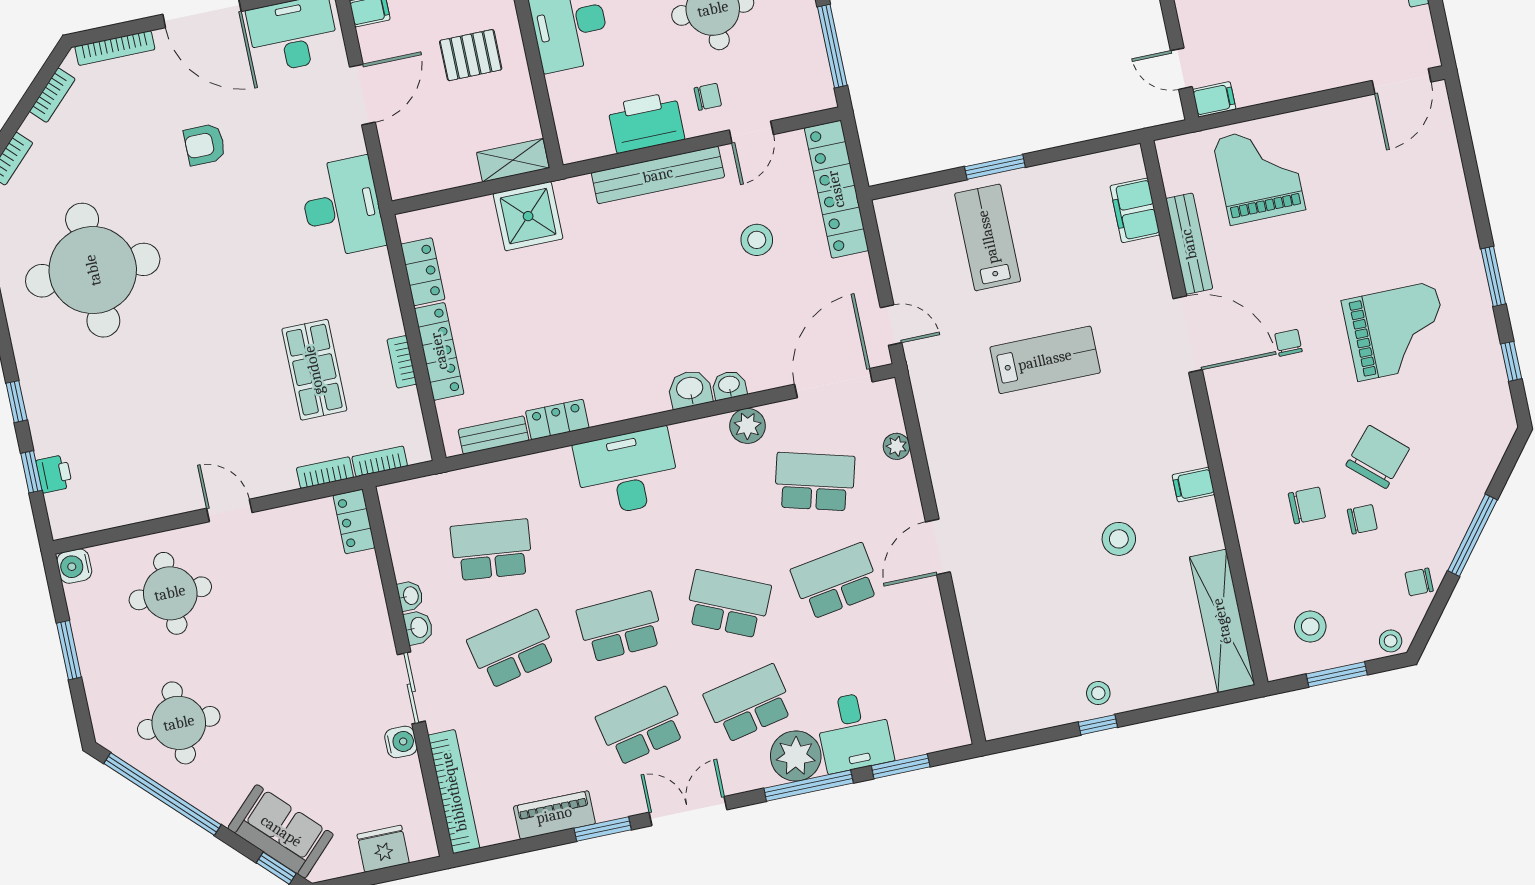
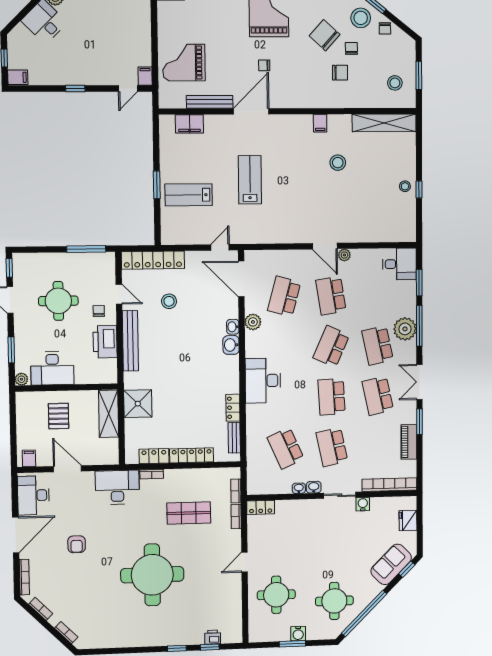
shelving: (513, 160) -> (109, 414), width x1.50, depth x1.33
round table: (93, 270) -> (152, 575), moved
bookcase: (402, 362) -> (152, 474), moved
plant: (897, 446) -> (344, 255), moved
chair: (1307, 505) -> (340, 73), turned 90
school desk: (492, 550) -> (286, 448), turned -30
water cooler: (74, 566) -> (298, 634), moved
stool: (1391, 641) -> (361, 18), moved, width x1.89, depth x1.89
desk: (854, 732) -> (399, 264), moved

